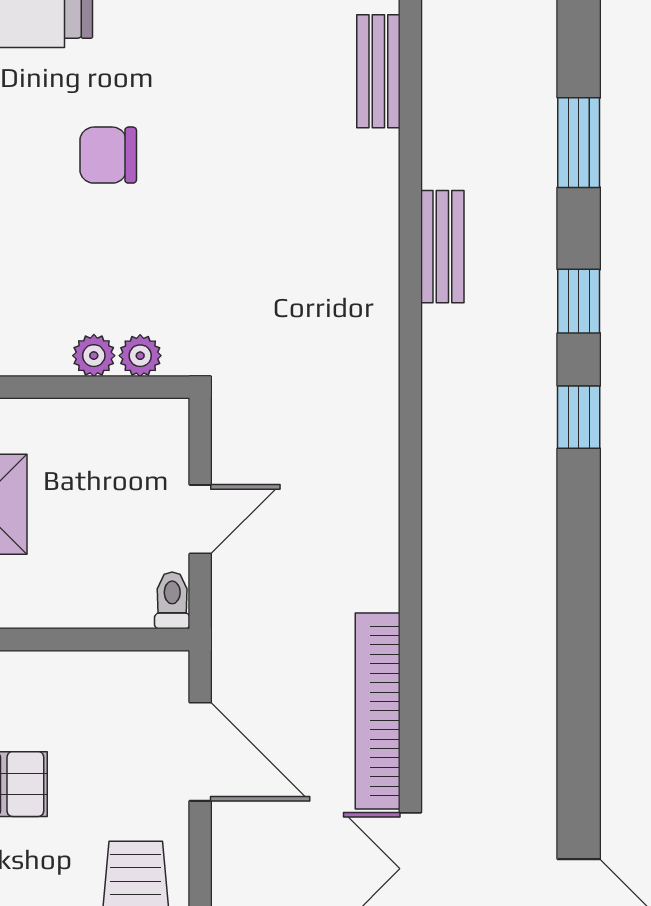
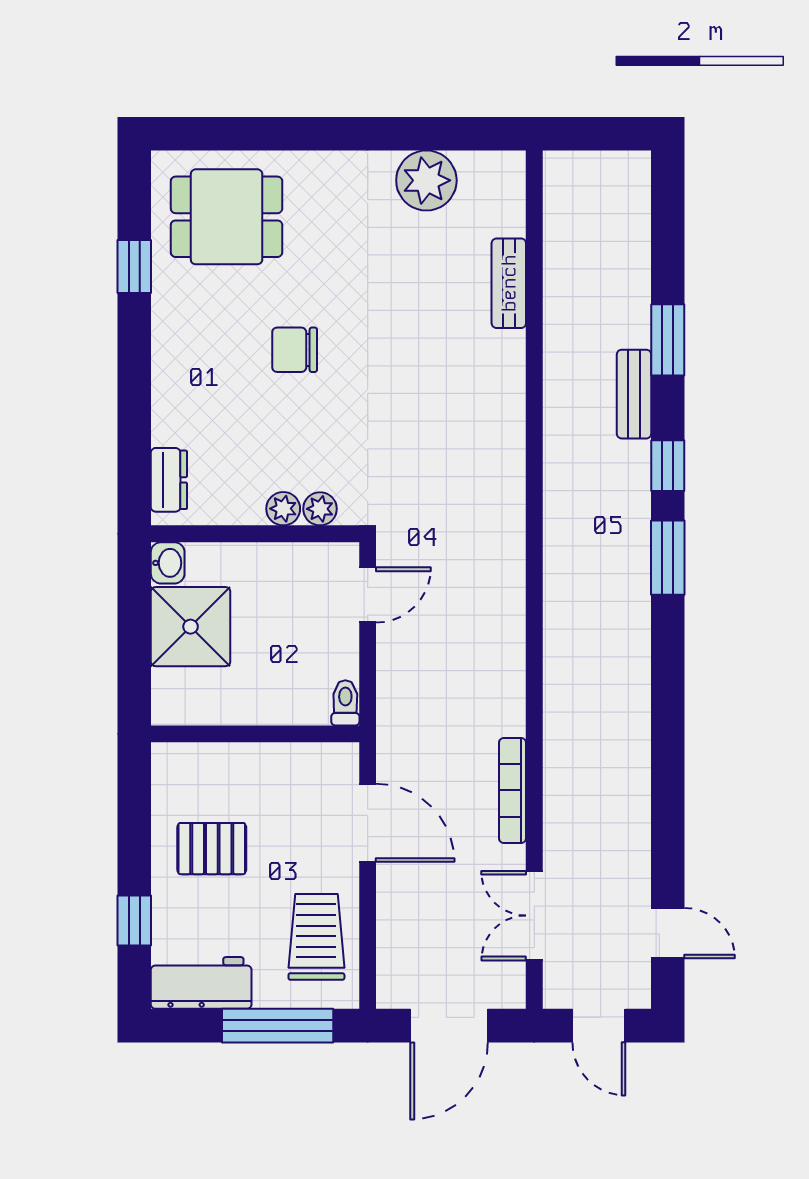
bench: (442, 247) -> (634, 394), moved
window: (579, 417) -> (668, 558), width x1.50
door: (200, 519) -> (368, 595), moved
bookcase: (378, 711) -> (513, 790), width x0.68, depth x0.76

